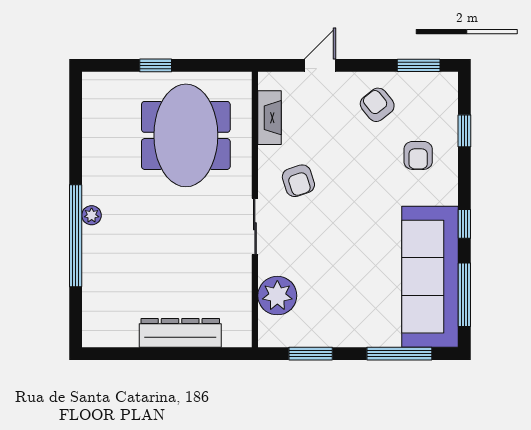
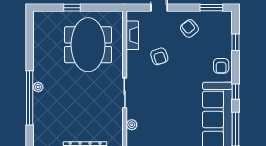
armchair: (418, 155) -> (221, 66), moved
armchair: (298, 181) -> (159, 56), moved
plant: (277, 296) -> (132, 125), width x0.53, depth x0.53

